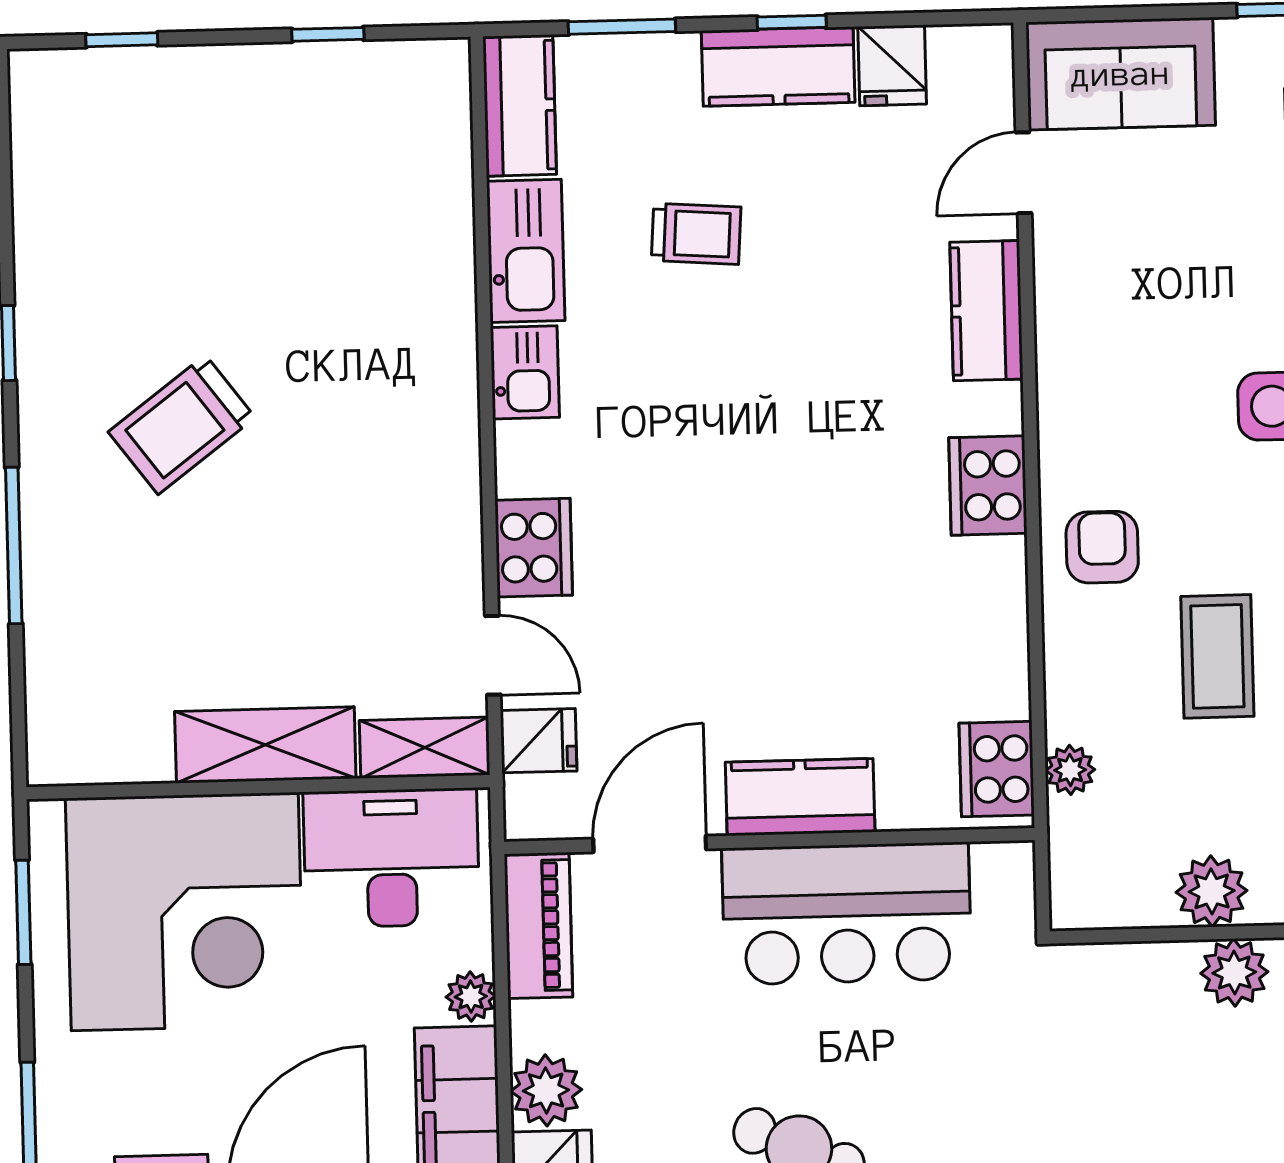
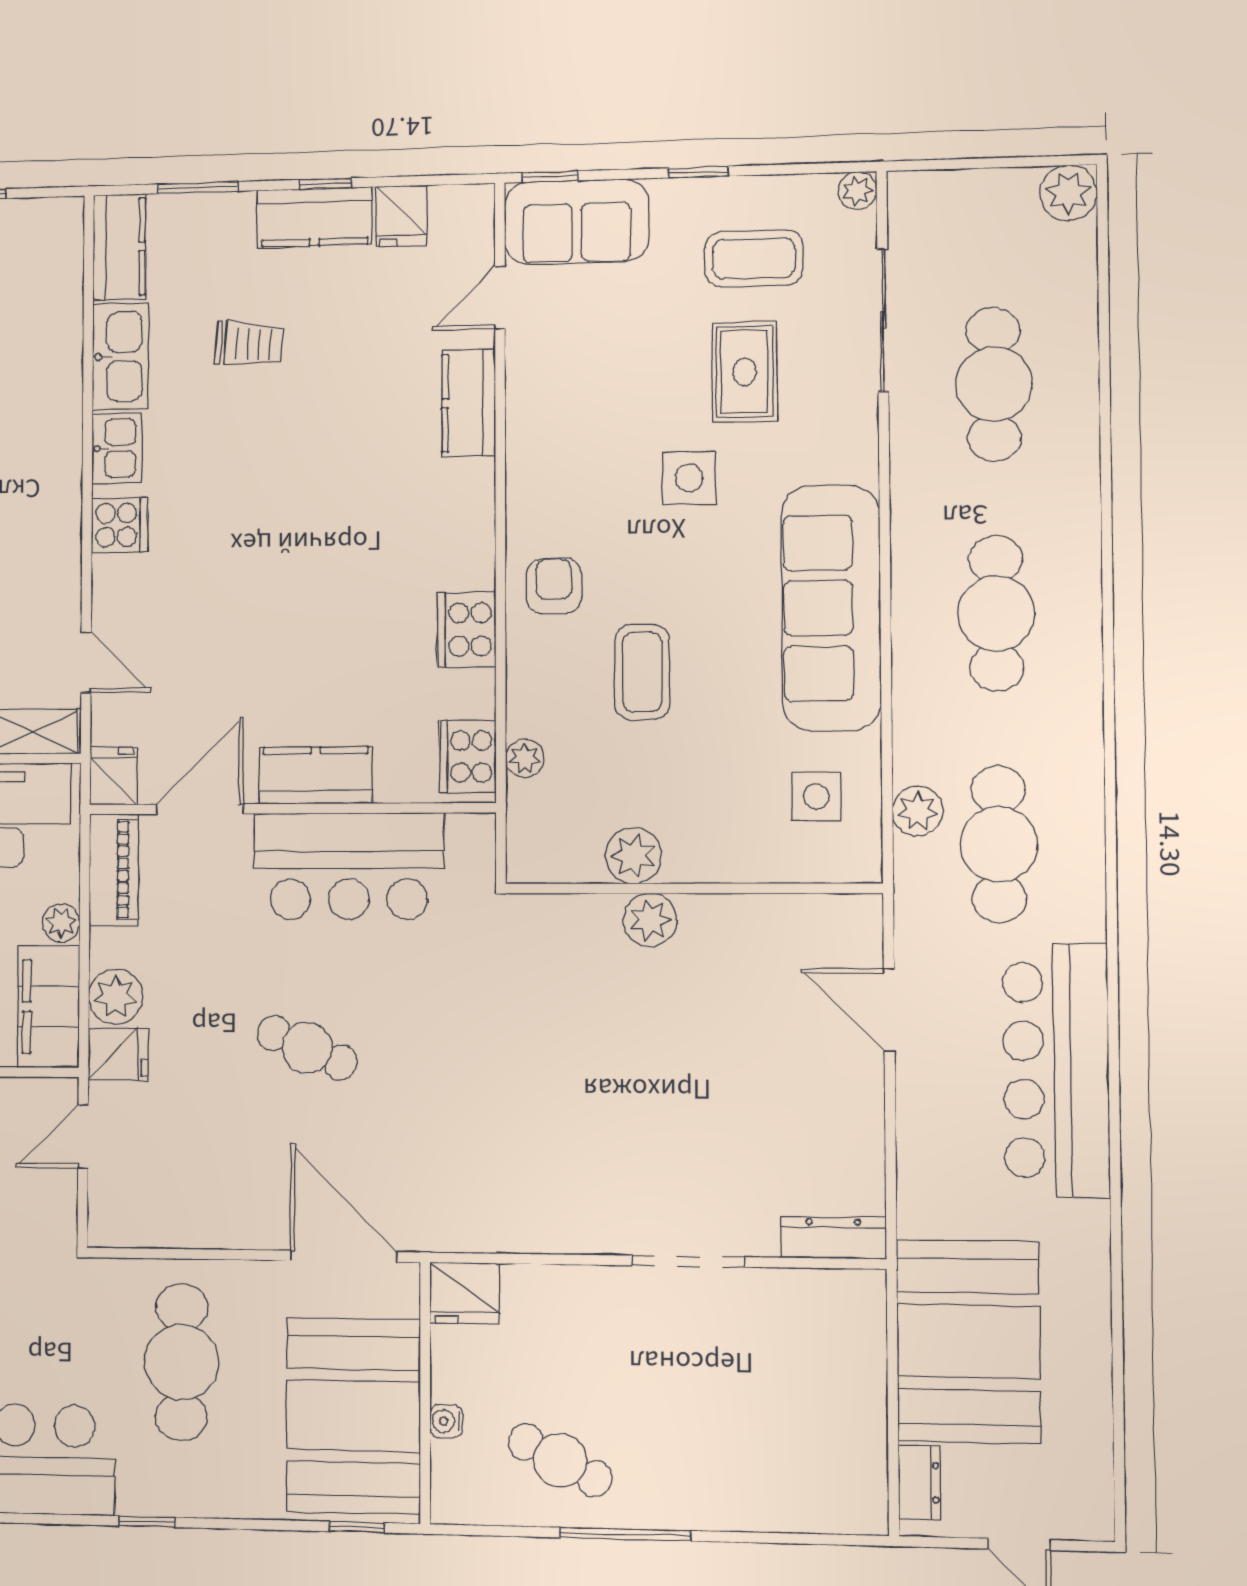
window: (1084, 15) -> (550, 177), added
cooker: (988, 486) -> (467, 630), moved
cooker: (534, 548) -> (120, 525), moved, width x0.73
fridge: (539, 741) -> (114, 776), moved, turned -90

